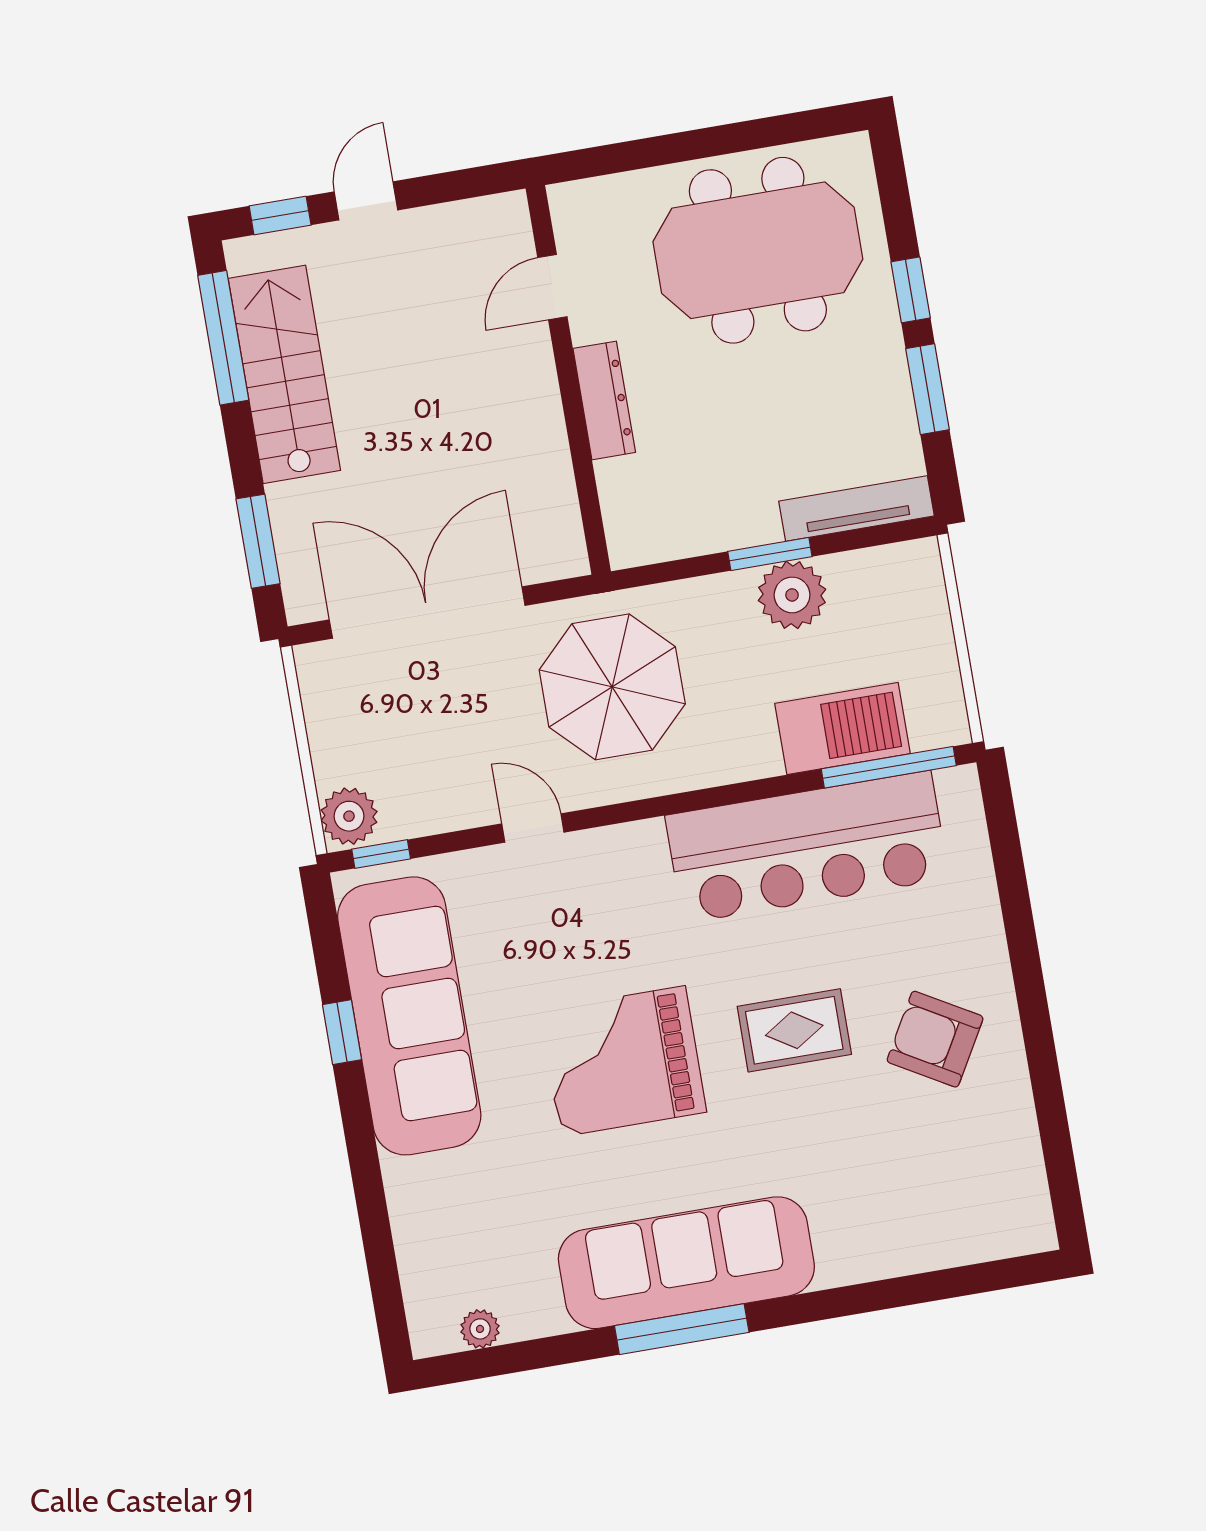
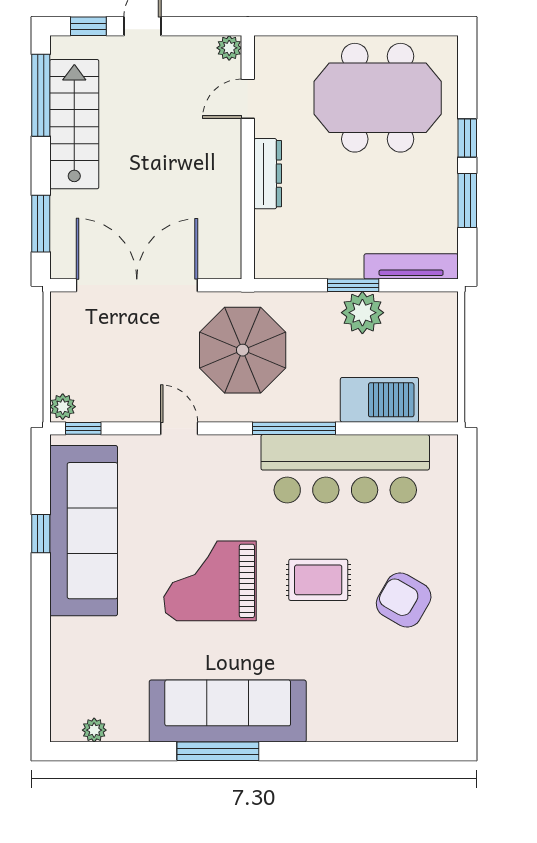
plant: (509, 212) -> (229, 48), added
window: (889, 767) -> (294, 428), moved
plant: (349, 816) -> (63, 407), width x0.73, depth x0.73

